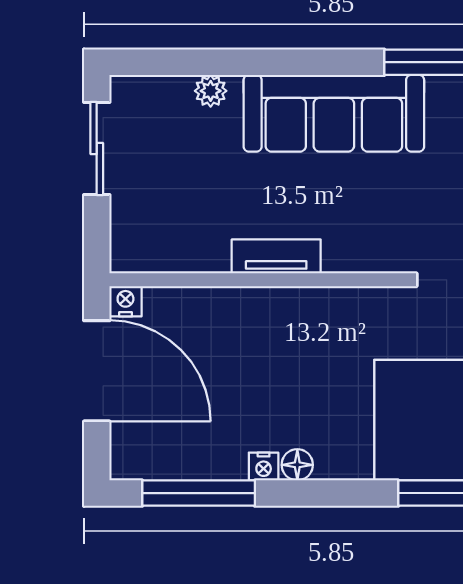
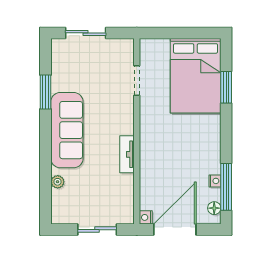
sliding door: (97, 149) -> (97, 230), moved
floor lamp: (297, 465) -> (214, 208), moved
nightstand: (264, 466) -> (215, 181), moved

